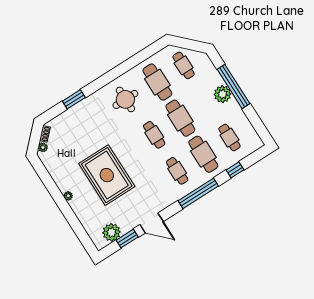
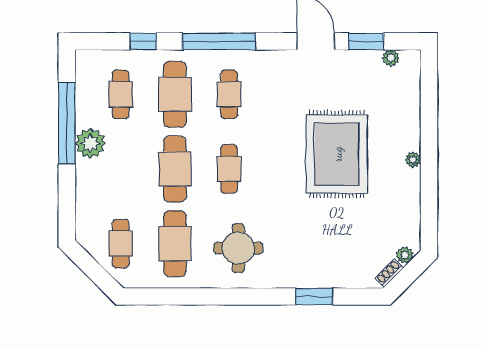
window: (233, 86) -> (67, 123), moved
plant: (222, 94) -> (90, 143), moved
plant: (111, 232) -> (391, 58), width x0.53, depth x0.53

